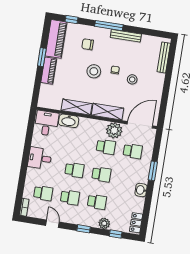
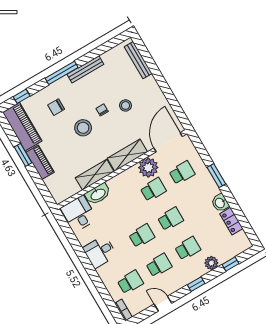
locker: (136, 223) -> (231, 221), moved

